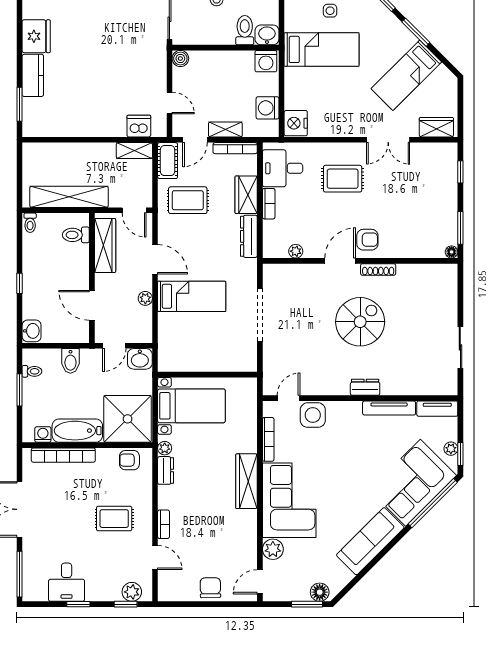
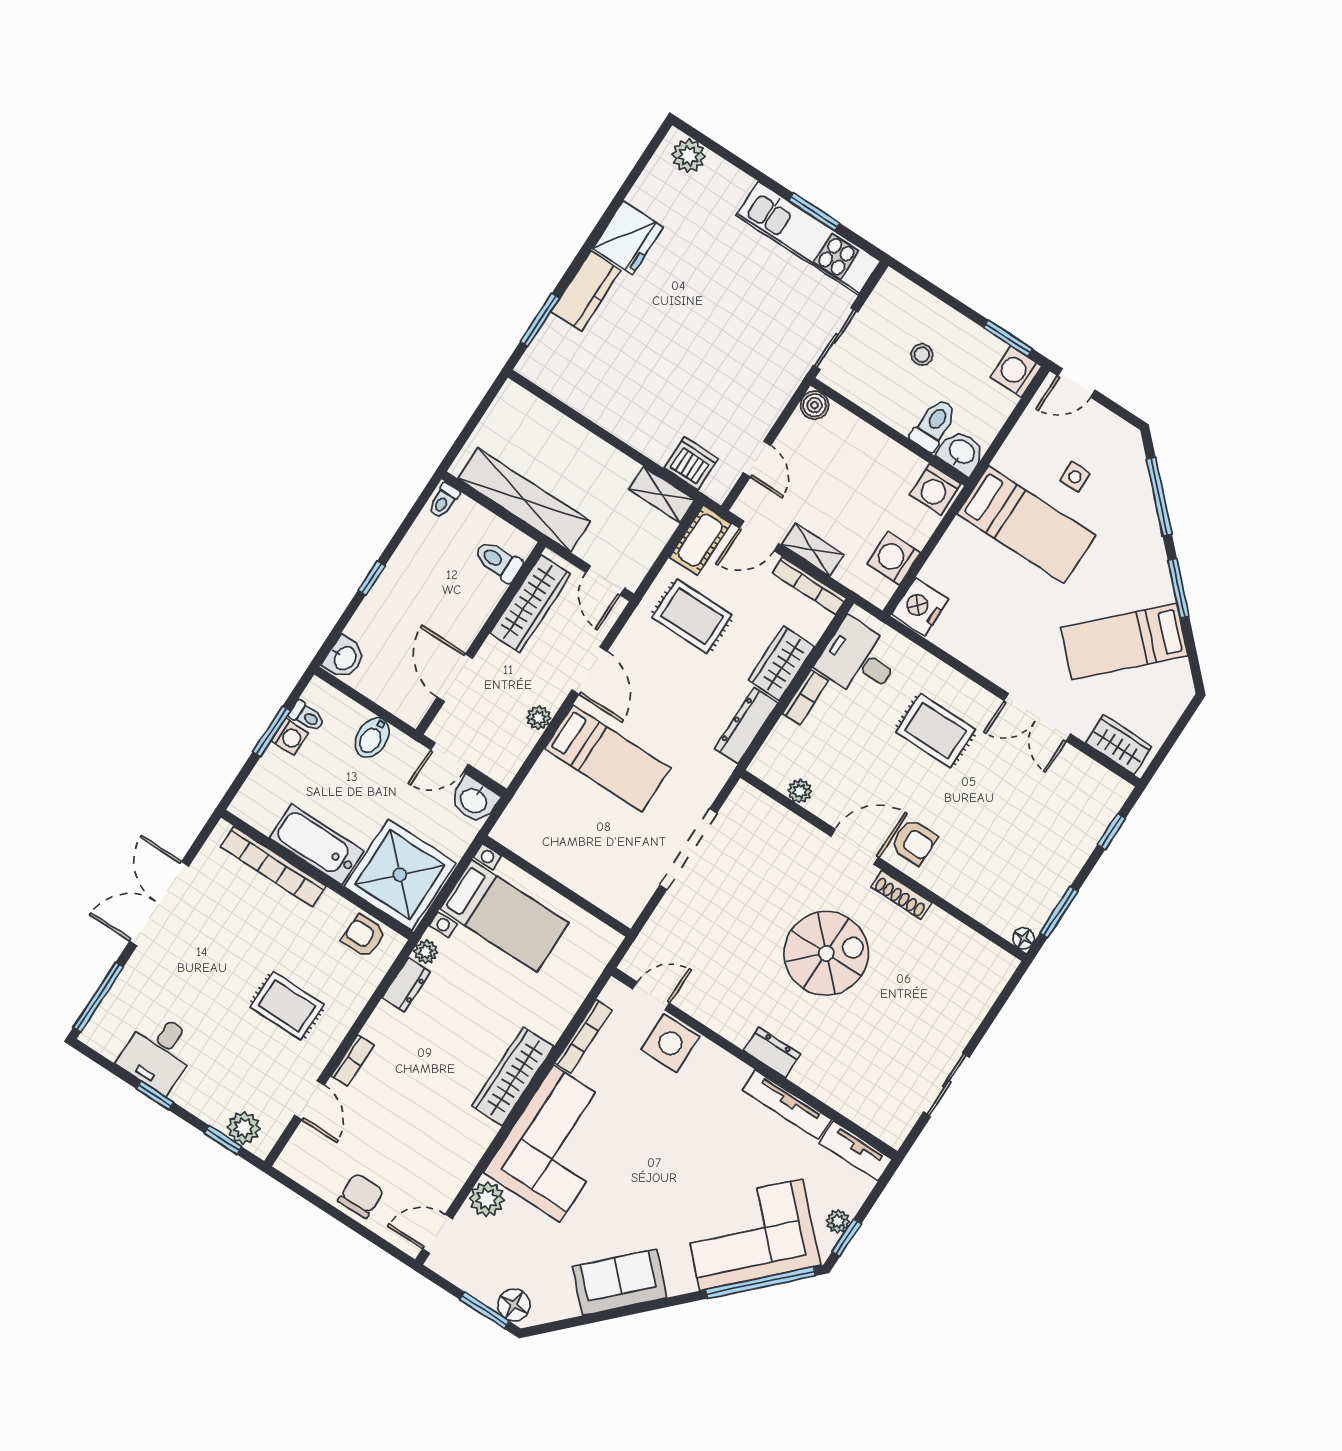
washing machine: (43, 435) -> (290, 737), moved, turned 90
sofa: (370, 541) -> (620, 1282), width x0.73

